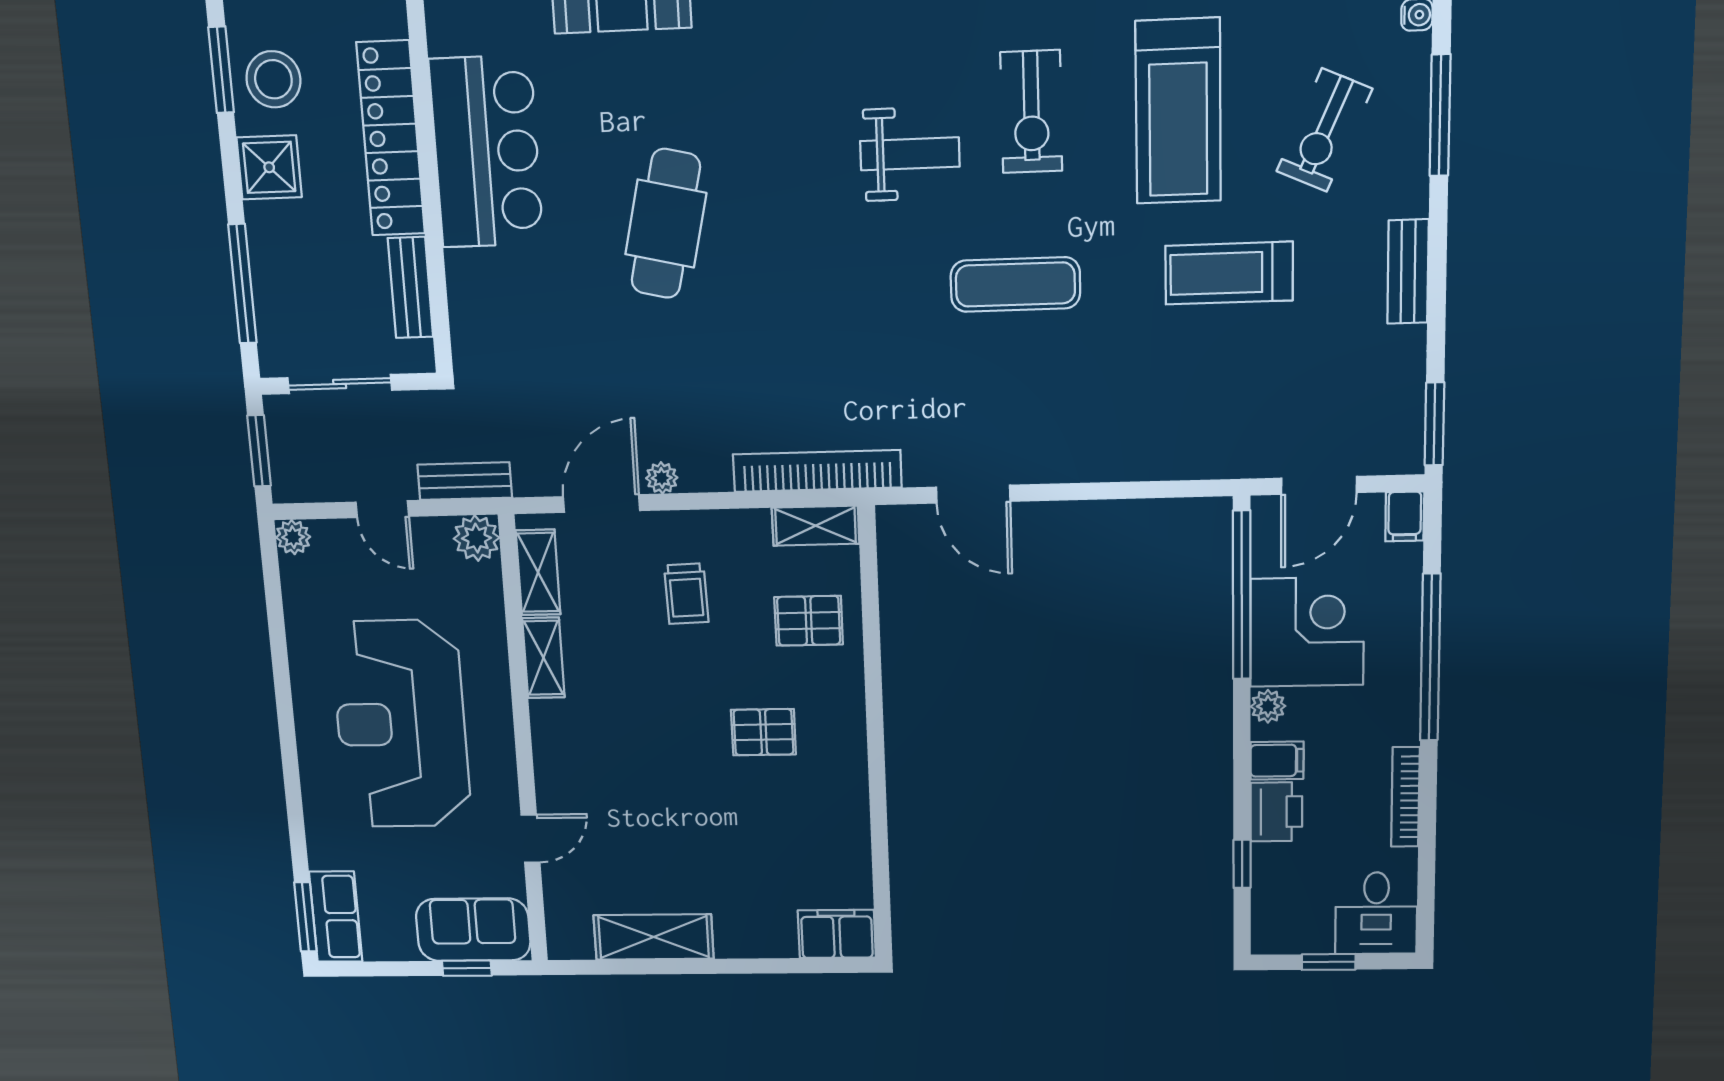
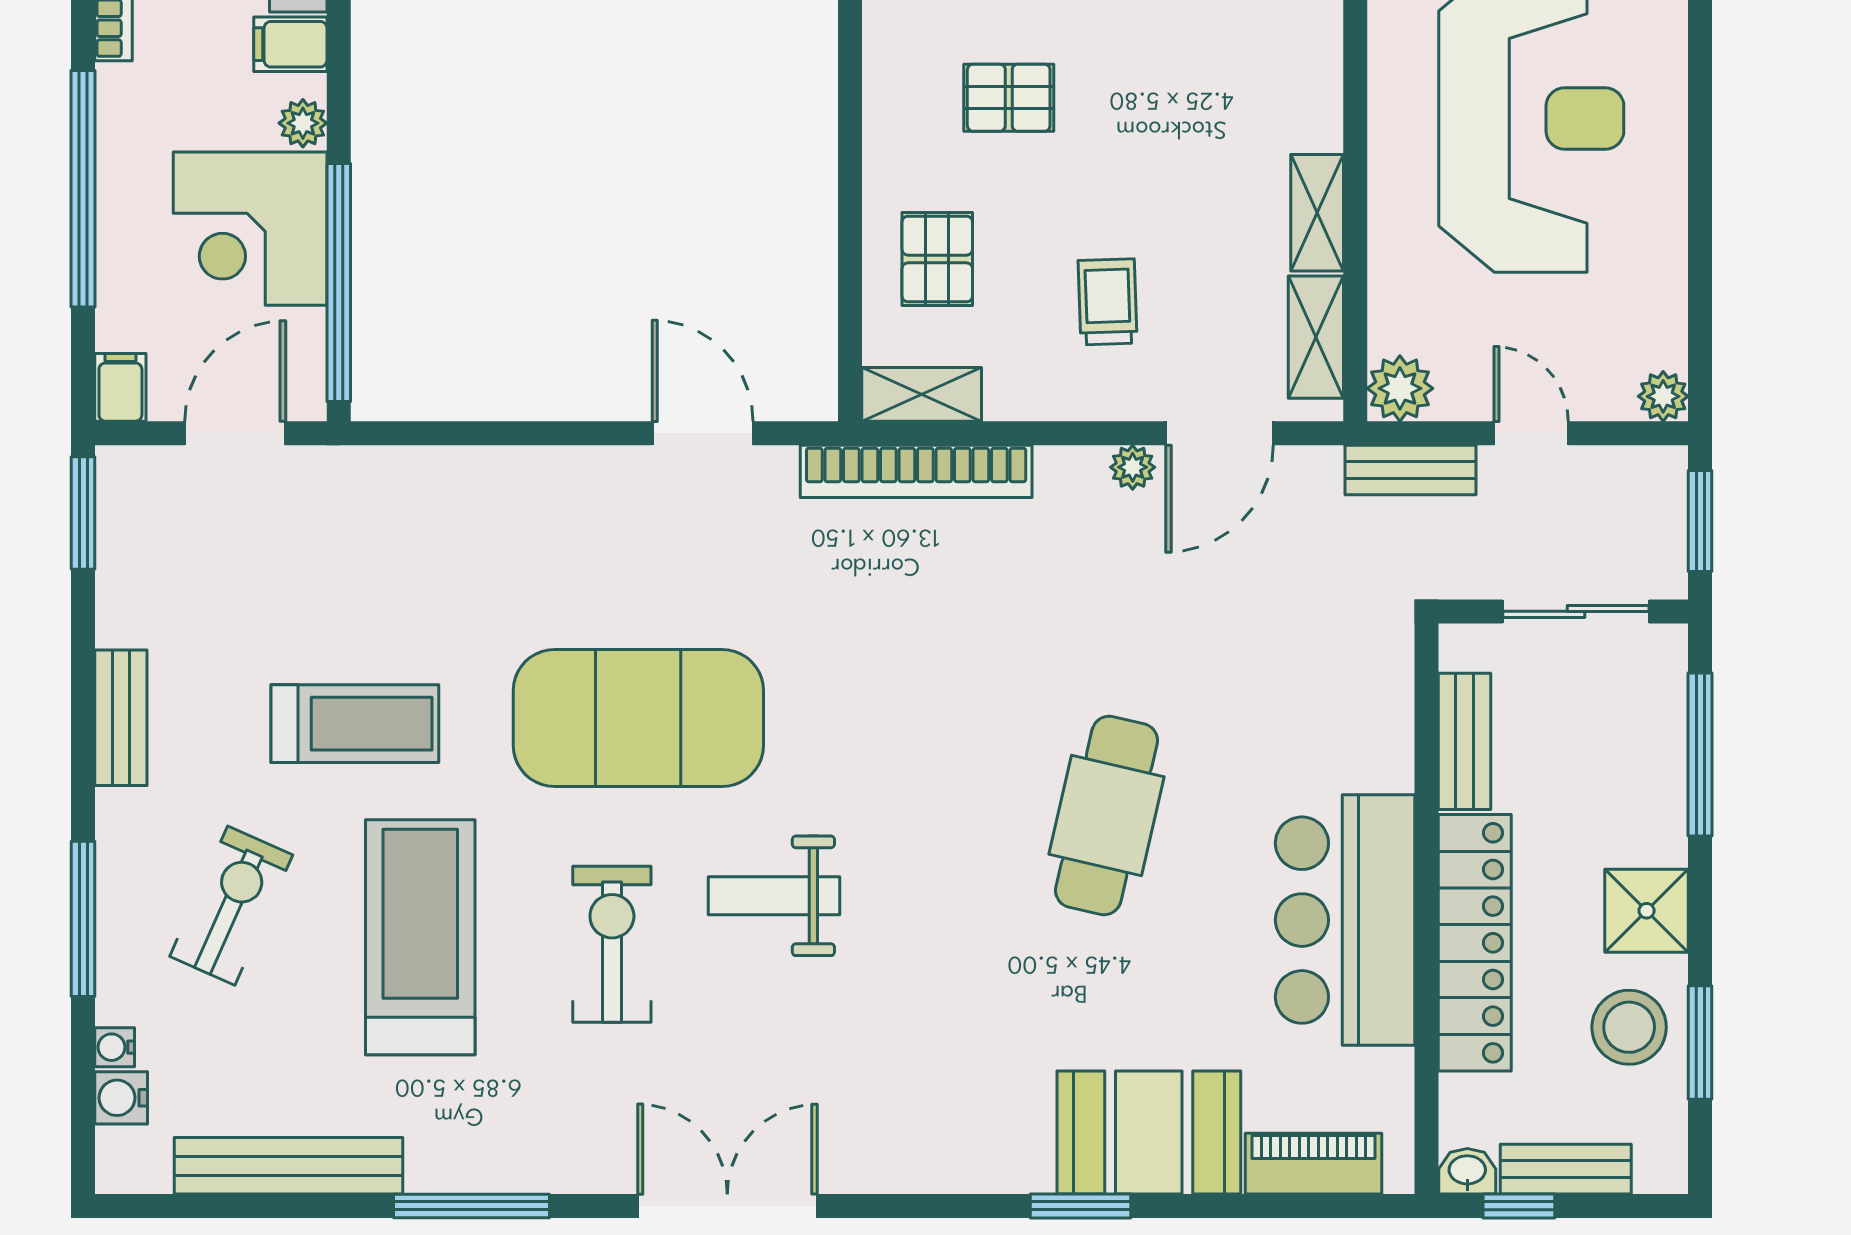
exercise mat: (1015, 284) -> (638, 718), width x2.00, depth x1.45
pallet: (809, 621) -> (937, 259), turned 90

